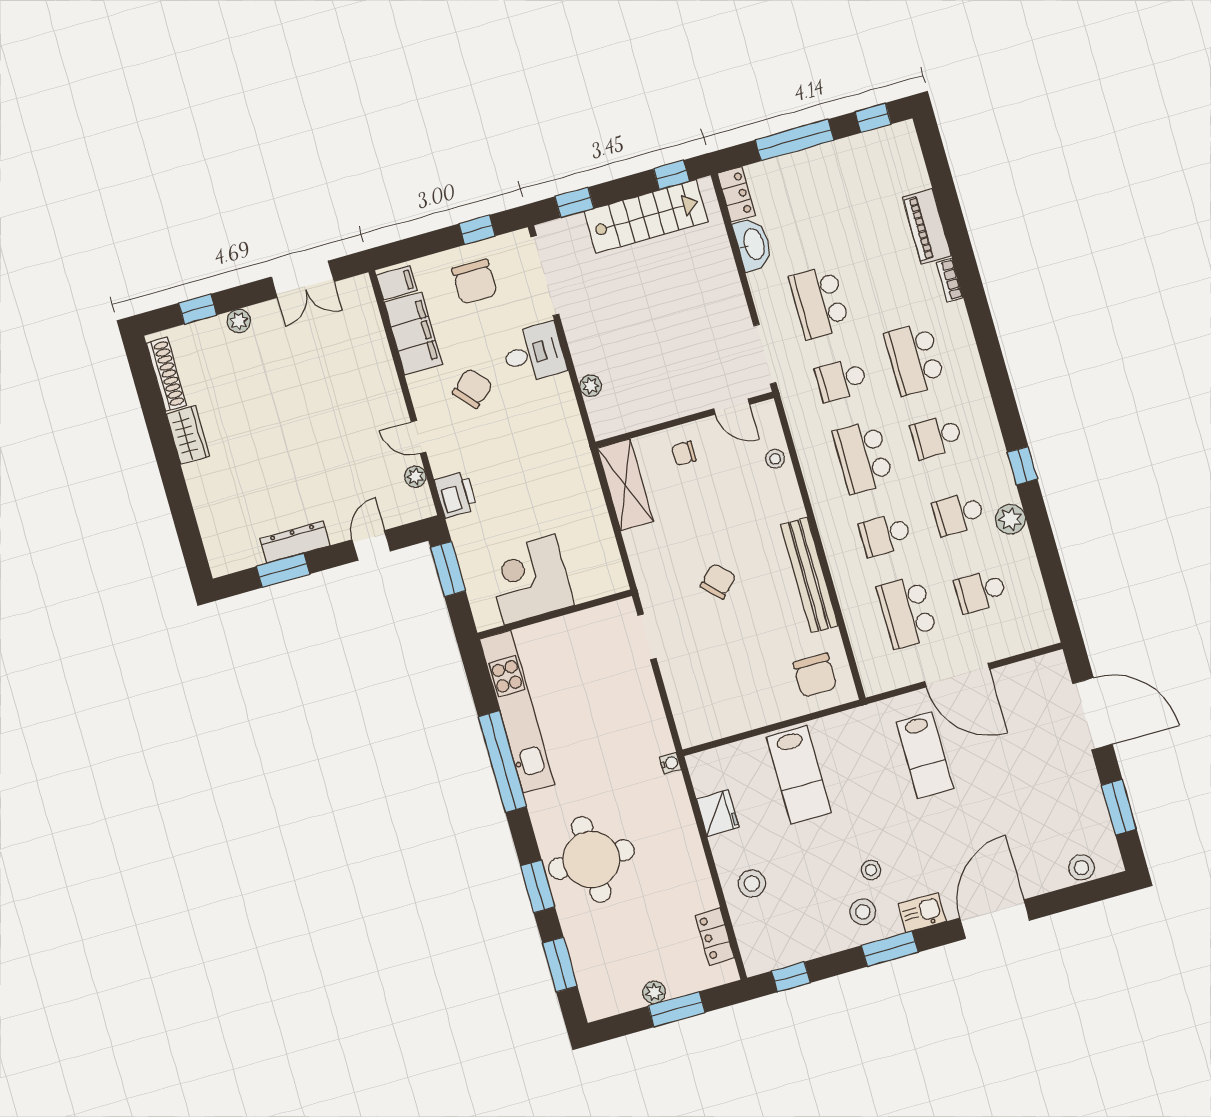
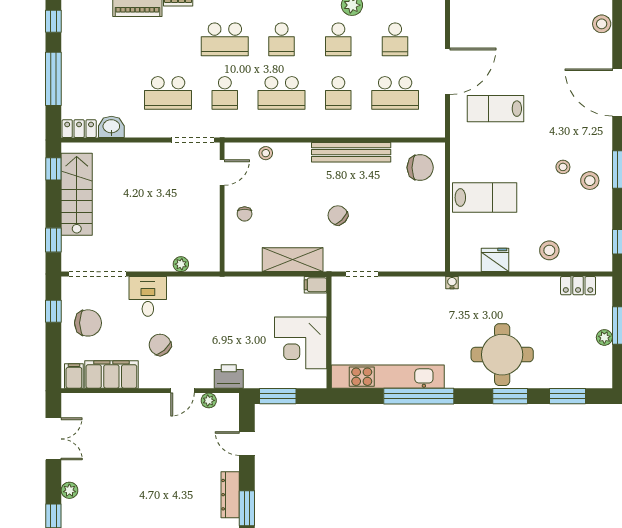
washbasin: (753, 244) -> (111, 127), width x0.72
shelving: (625, 485) -> (293, 260), moved
filing cabinet: (615, 578) -> (316, 285), added
lab bench: (925, 755) -> (495, 109), turned 180
kitchen sink: (922, 913) -> (602, 141), removed

